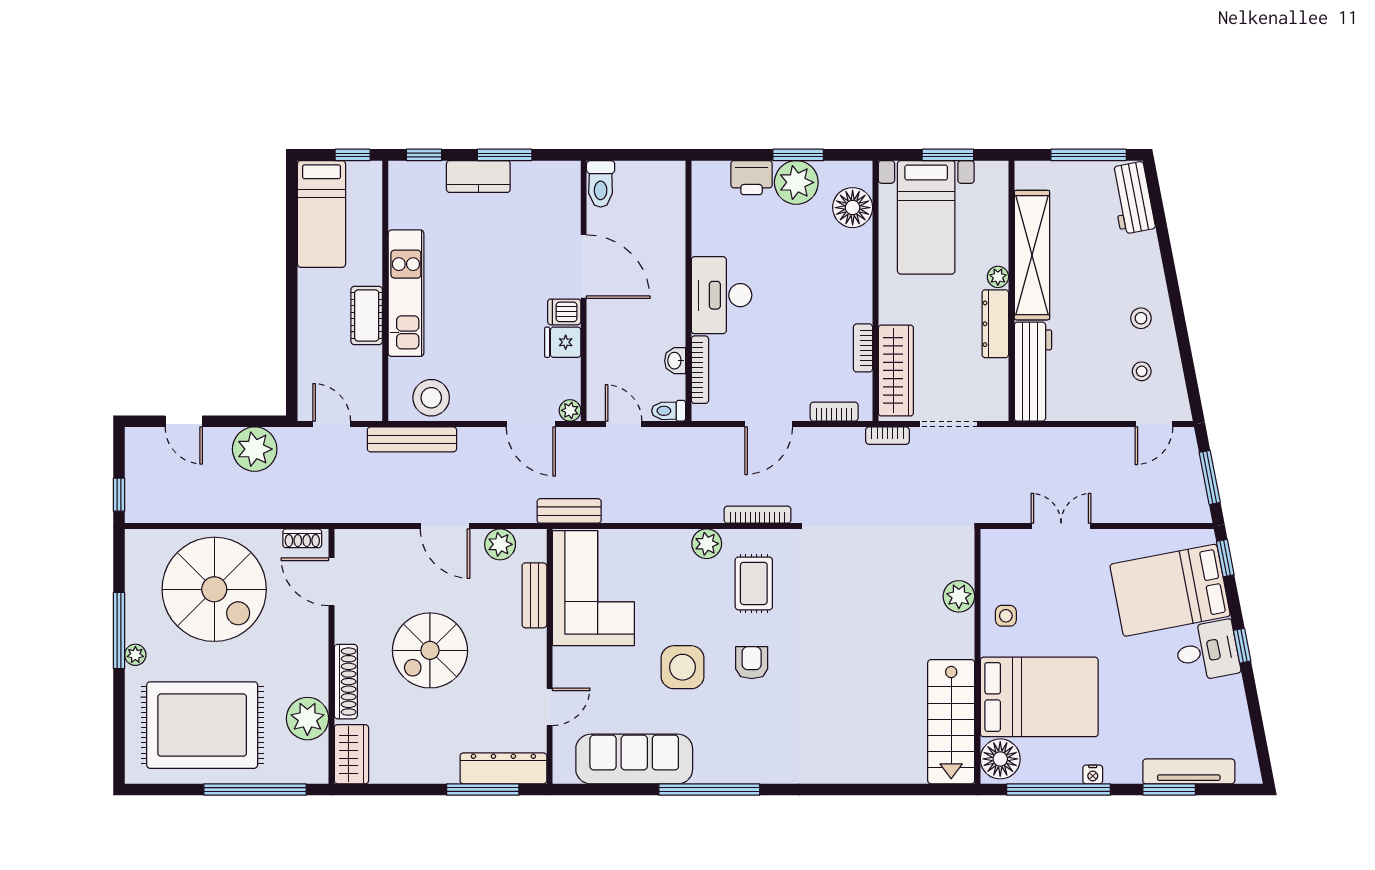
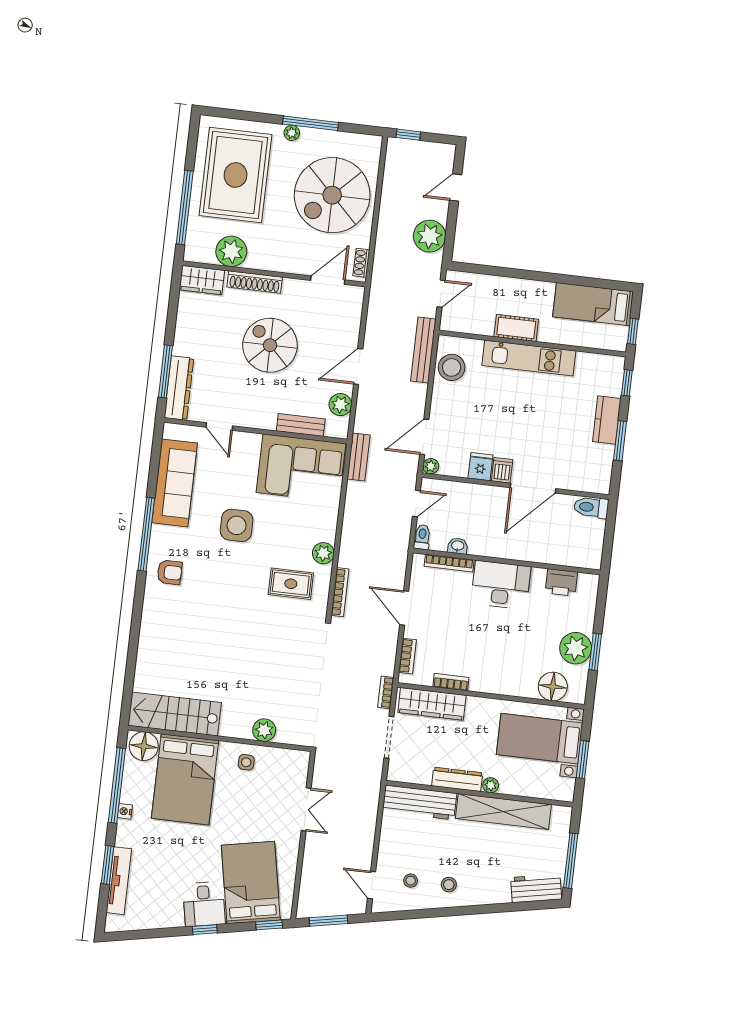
printer: (752, 178) -> (561, 582), moved, turned -90
armchair: (752, 663) -> (170, 572), moved

